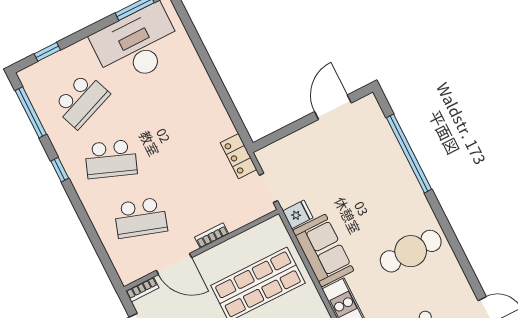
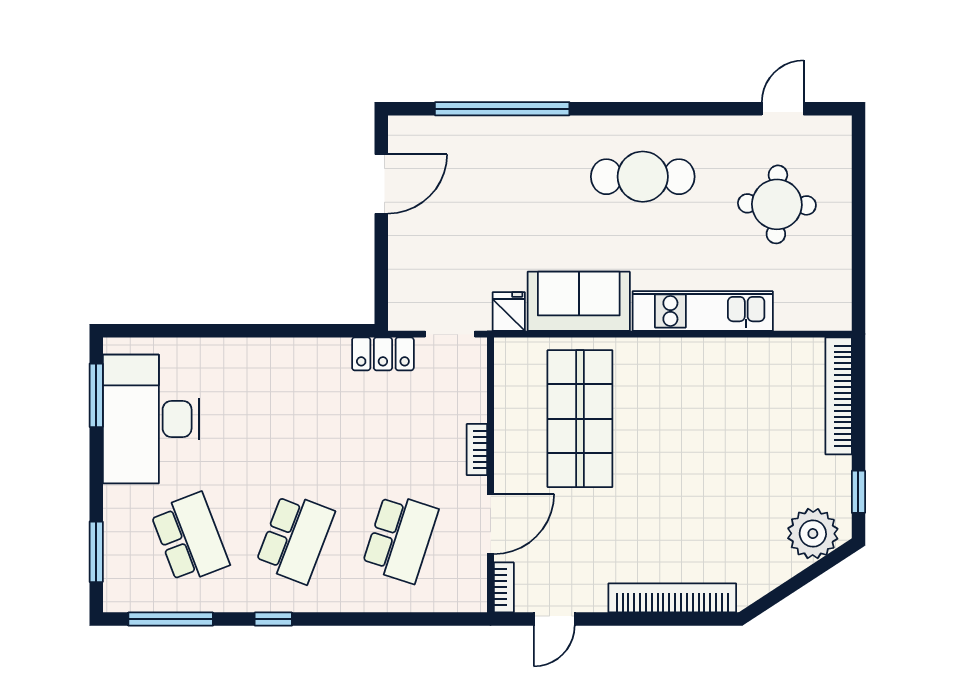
window: (47, 52) -> (96, 552), width x1.50
door: (333, 107) -> (381, 184), swing flipped
cafe table: (411, 251) -> (643, 177), turned 90

